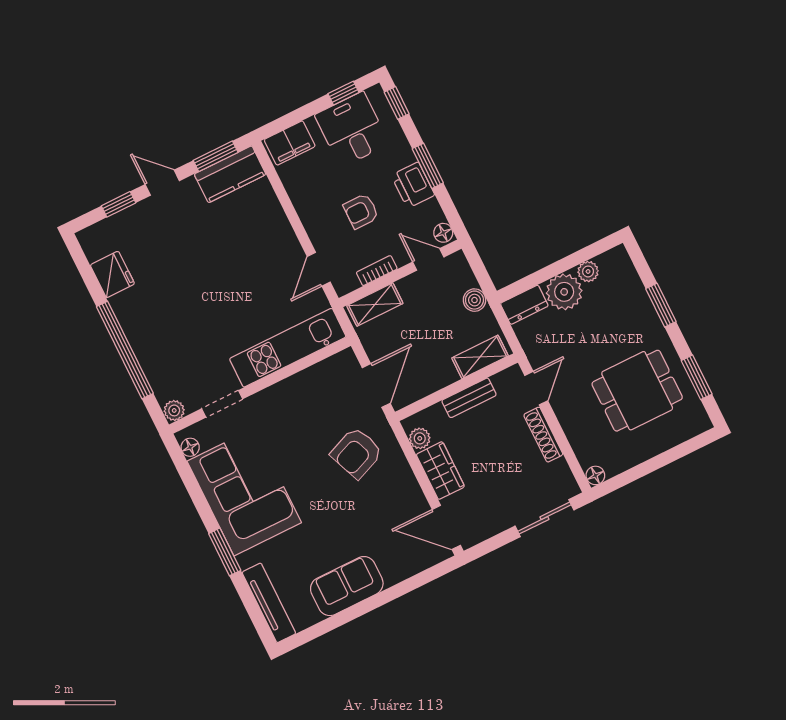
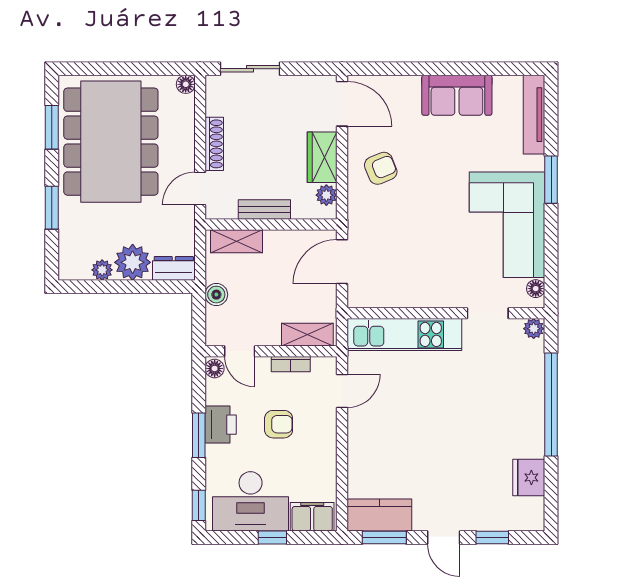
window: (343, 93) -> (272, 538), moved
desk: (352, 129) -> (251, 501), width x1.37
dining table: (637, 391) -> (111, 142), width x1.88, depth x1.24
armchair: (357, 453) -> (381, 168), moved, width x0.72, depth x0.72

